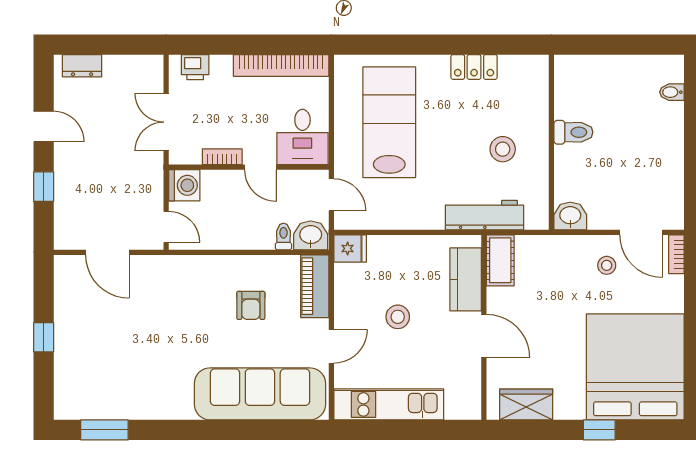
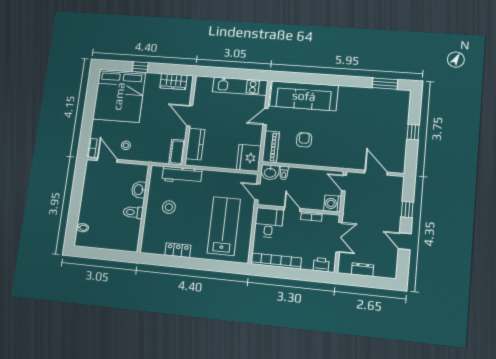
dresser: (82, 66) -> (362, 270), moved
lab bench: (389, 122) -> (224, 226), turned 180
washbasin: (570, 216) -> (139, 190), moved, turned 90
fridge: (350, 248) -> (249, 158), width x1.88, depth x1.34
stool: (398, 317) -> (231, 128), removed

